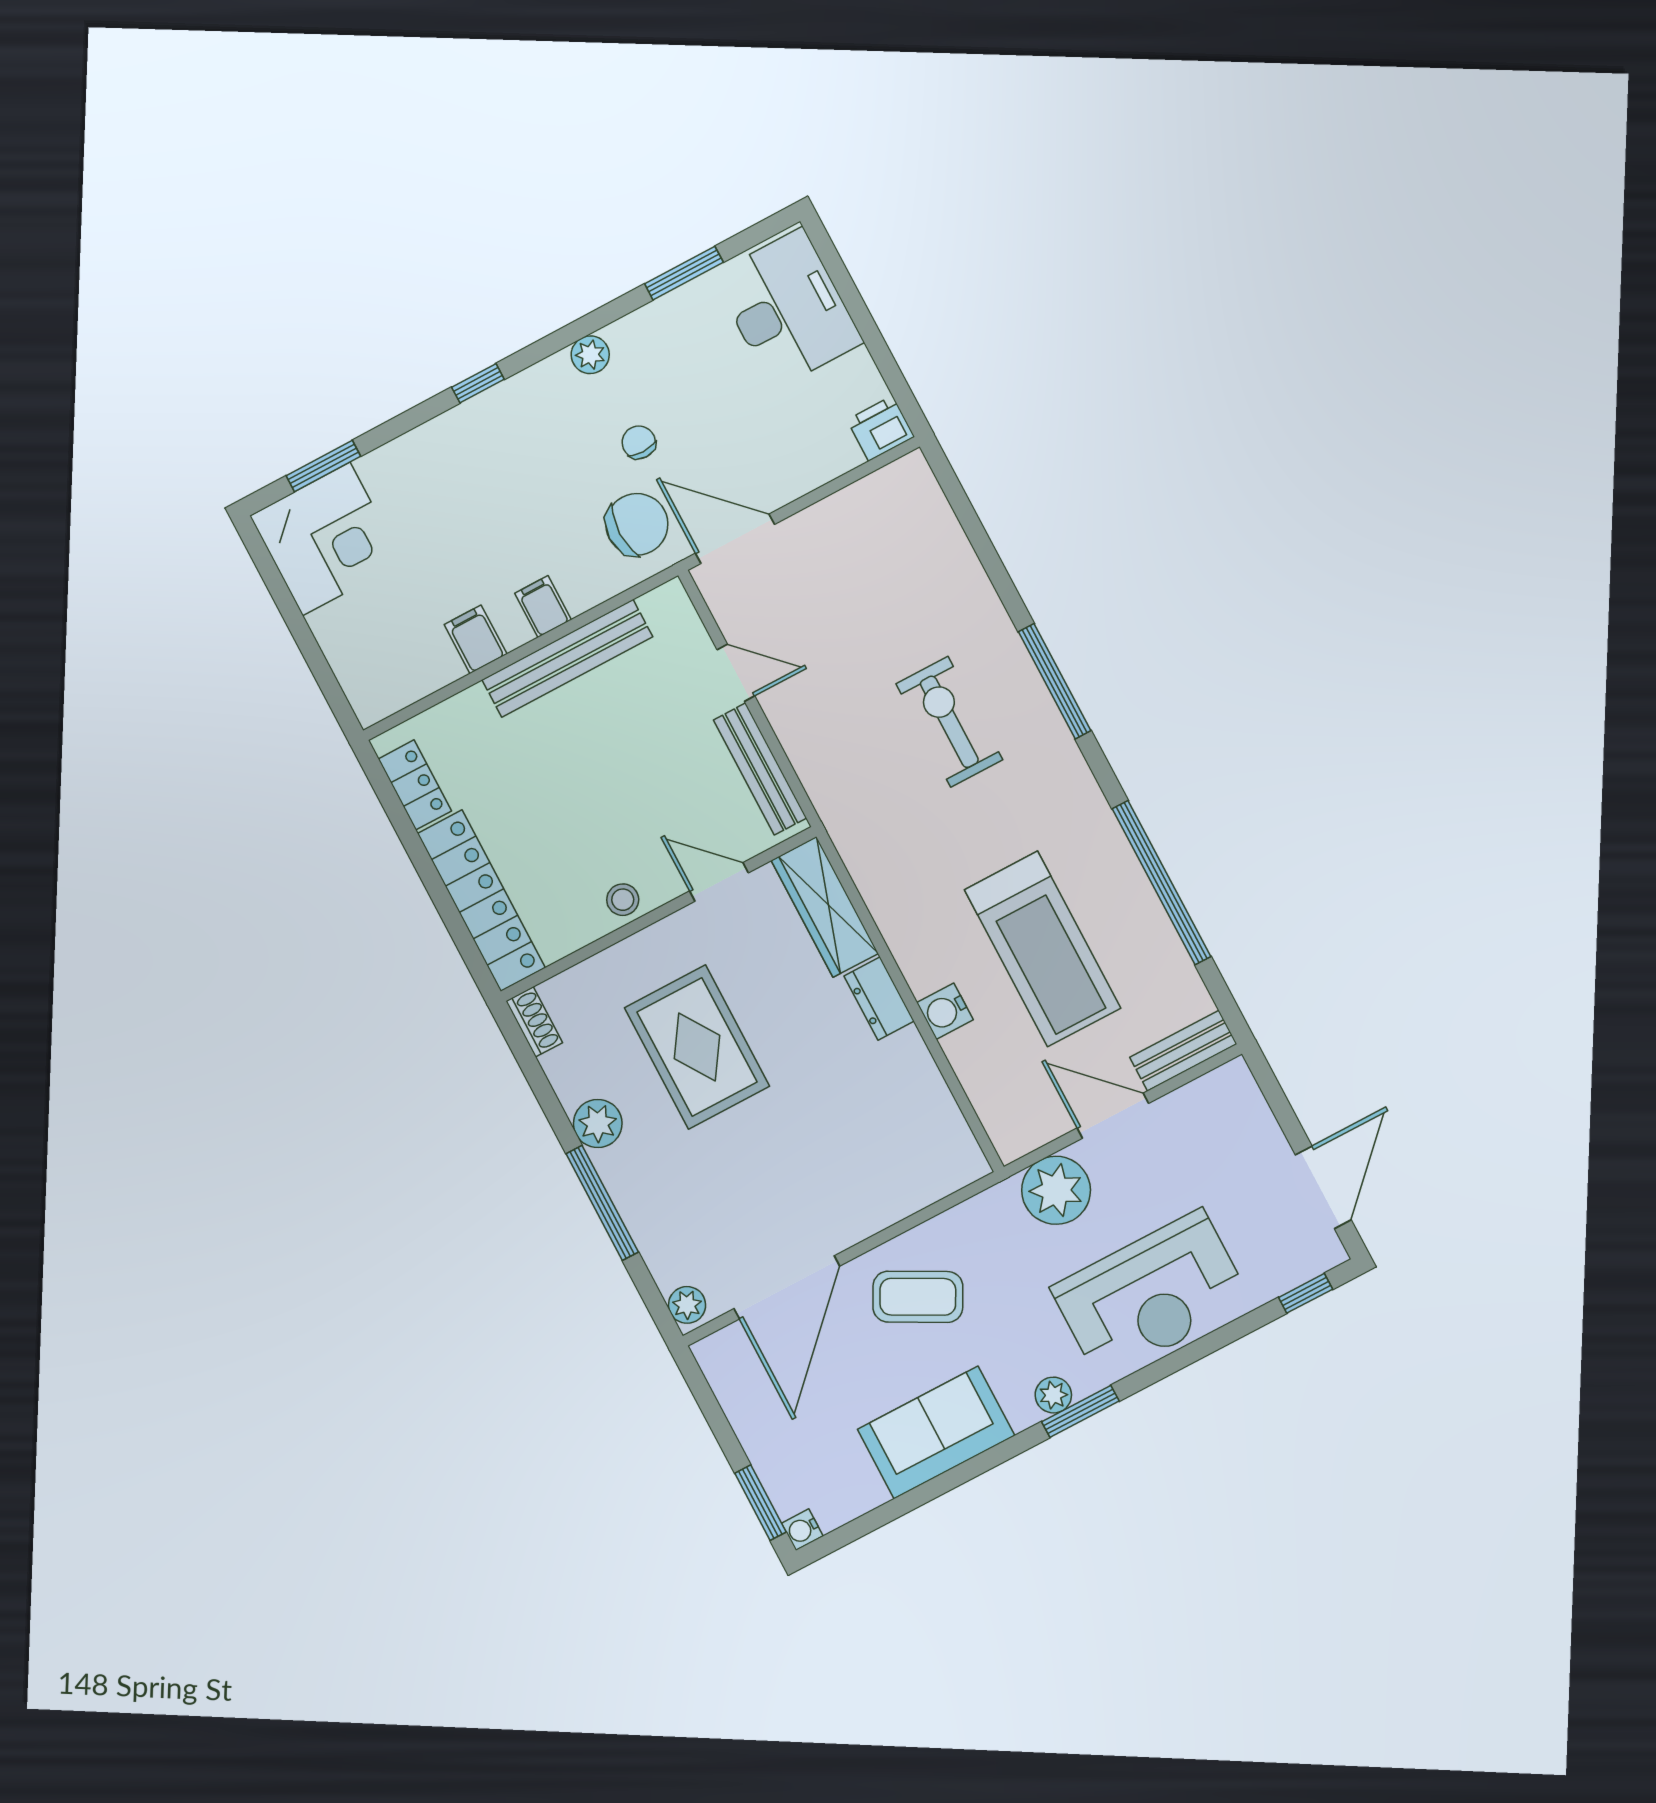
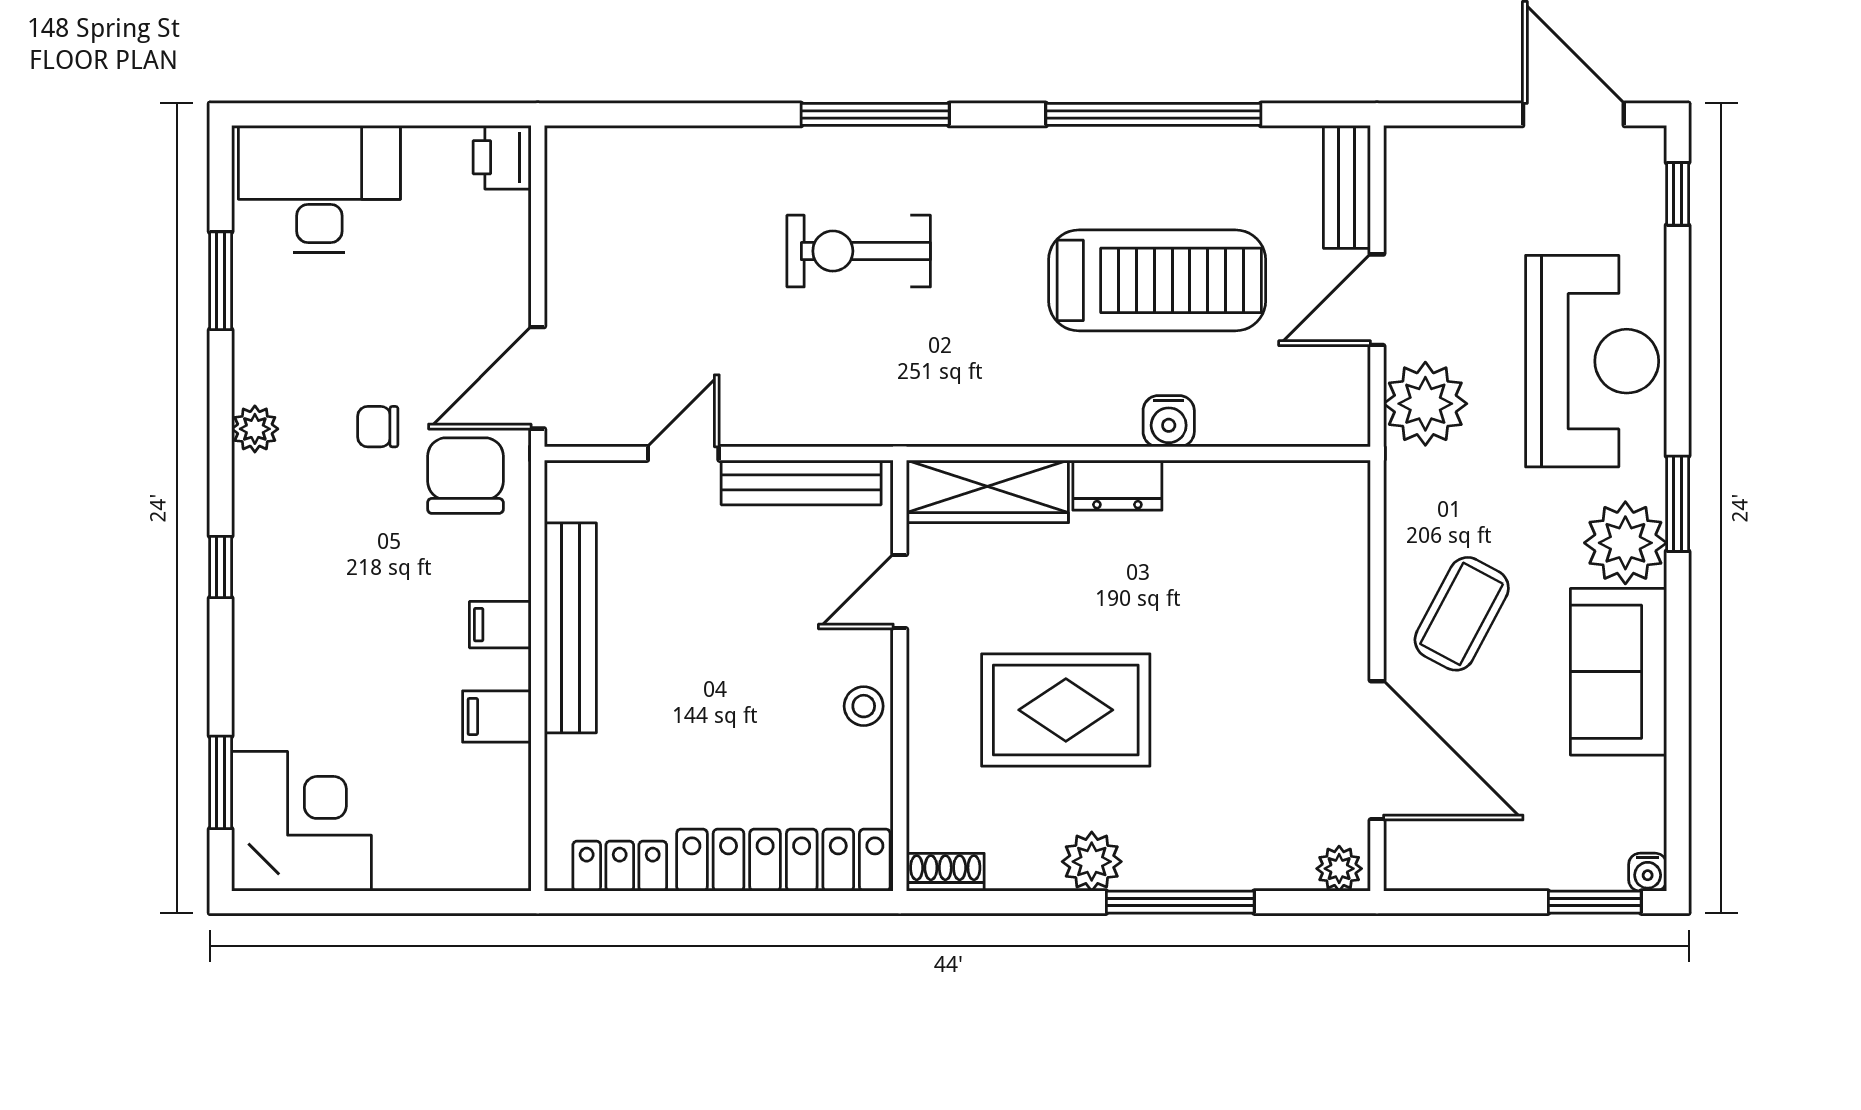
plant: (1053, 1395) -> (1625, 543), width x1.87, depth x1.87

